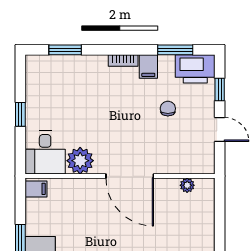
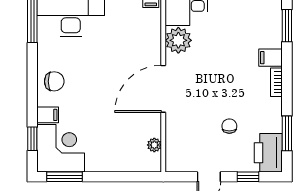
filing cabinet: (148, 67) -> (271, 58), moved
chair: (168, 109) -> (229, 126), turned -90

